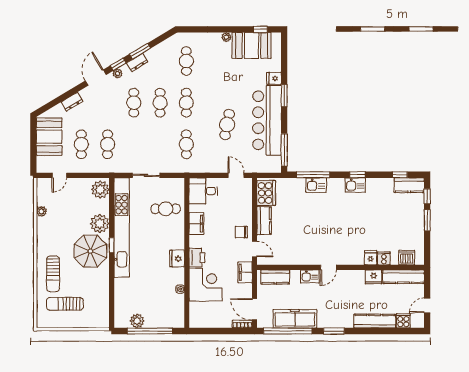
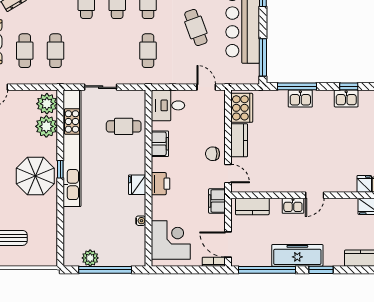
cafe table: (227, 125) -> (196, 27), turned -31
plant: (100, 223) -> (46, 126), moved
corner desk: (206, 285) -> (171, 240), moved
freezer: (295, 319) -> (297, 255), moved

